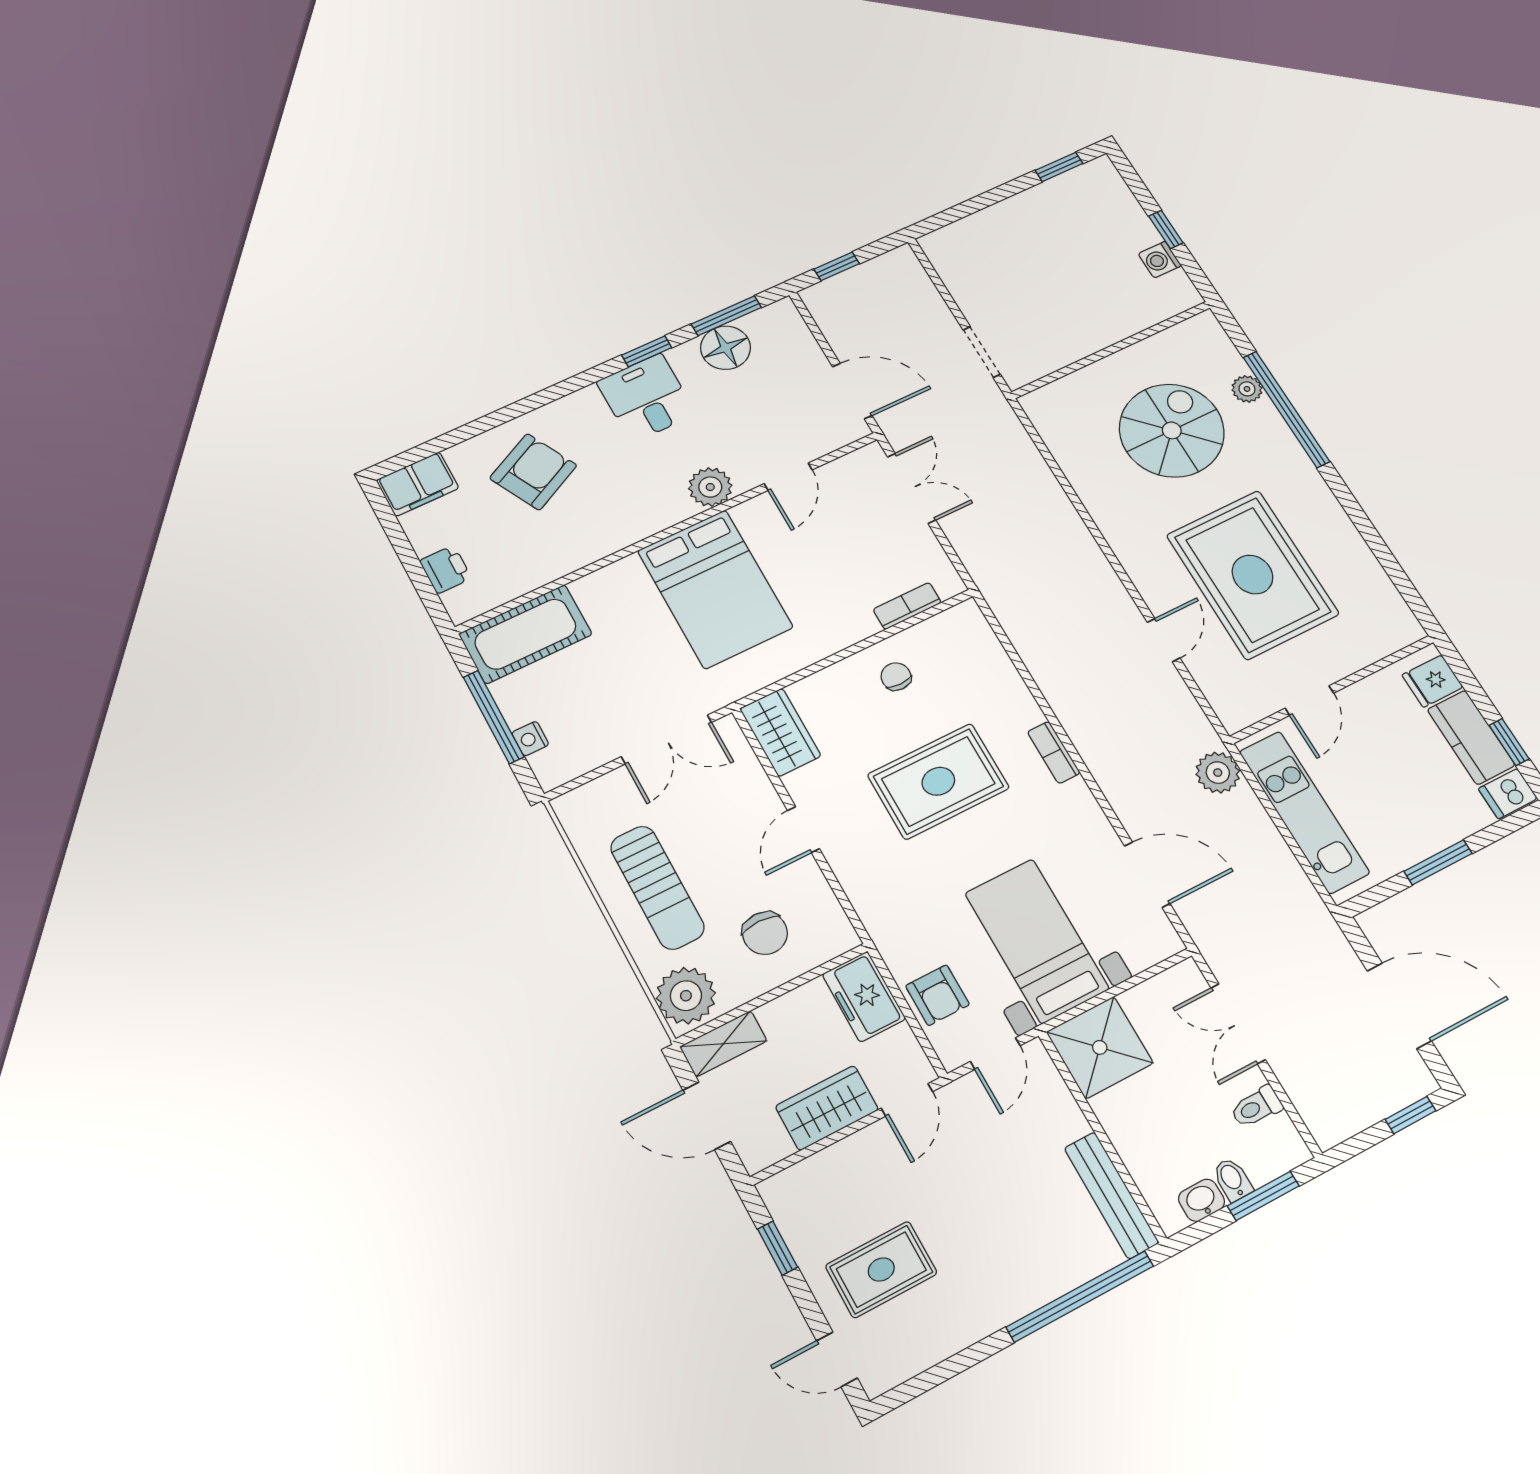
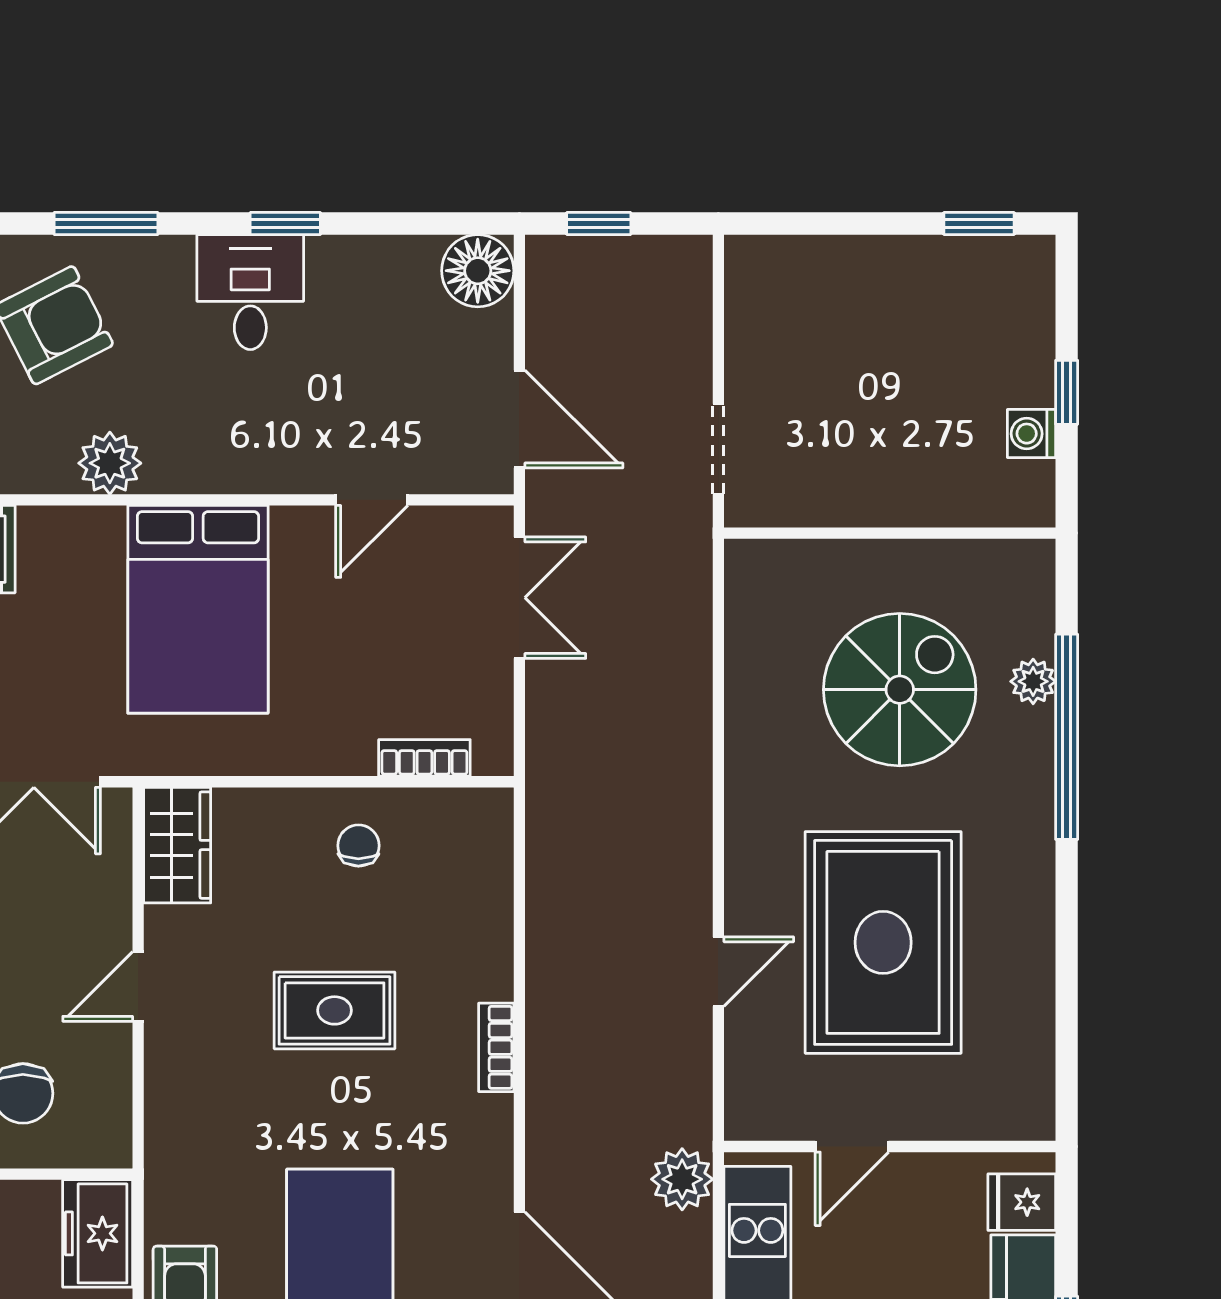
window: (726, 316) -> (106, 224), moved
floor lamp: (726, 348) -> (478, 271), moved
plant: (710, 487) -> (110, 463), moved
rug: (938, 781) -> (335, 1010), width x0.73, depth x0.70

